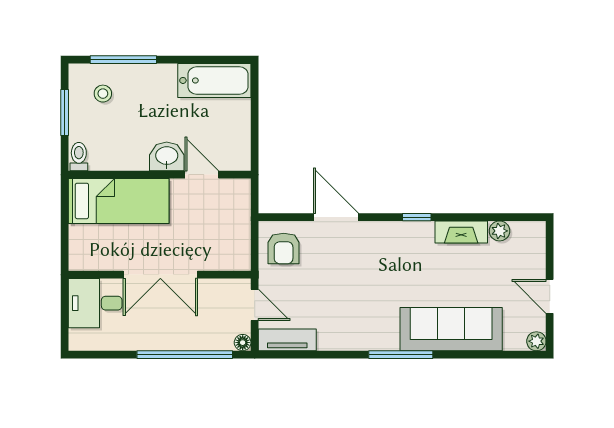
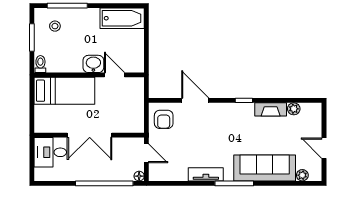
tv unit: (287, 340) -> (206, 174), moved
plant: (536, 341) -> (302, 175), moved

